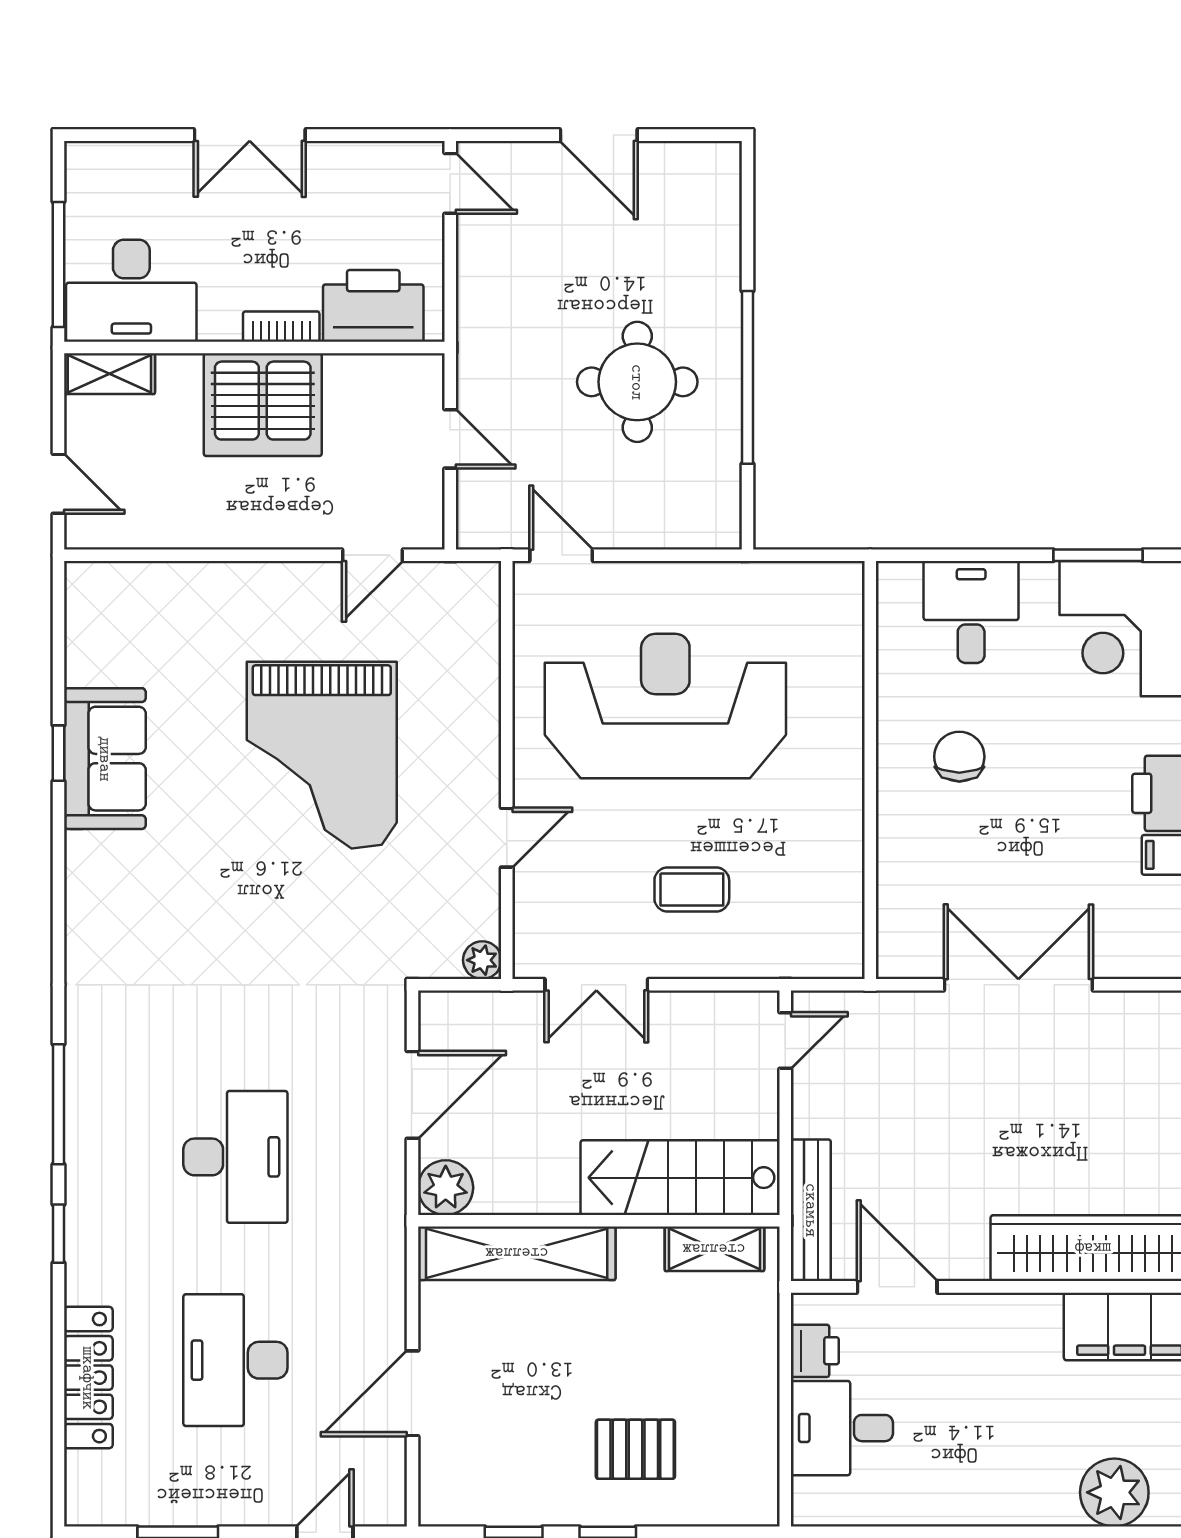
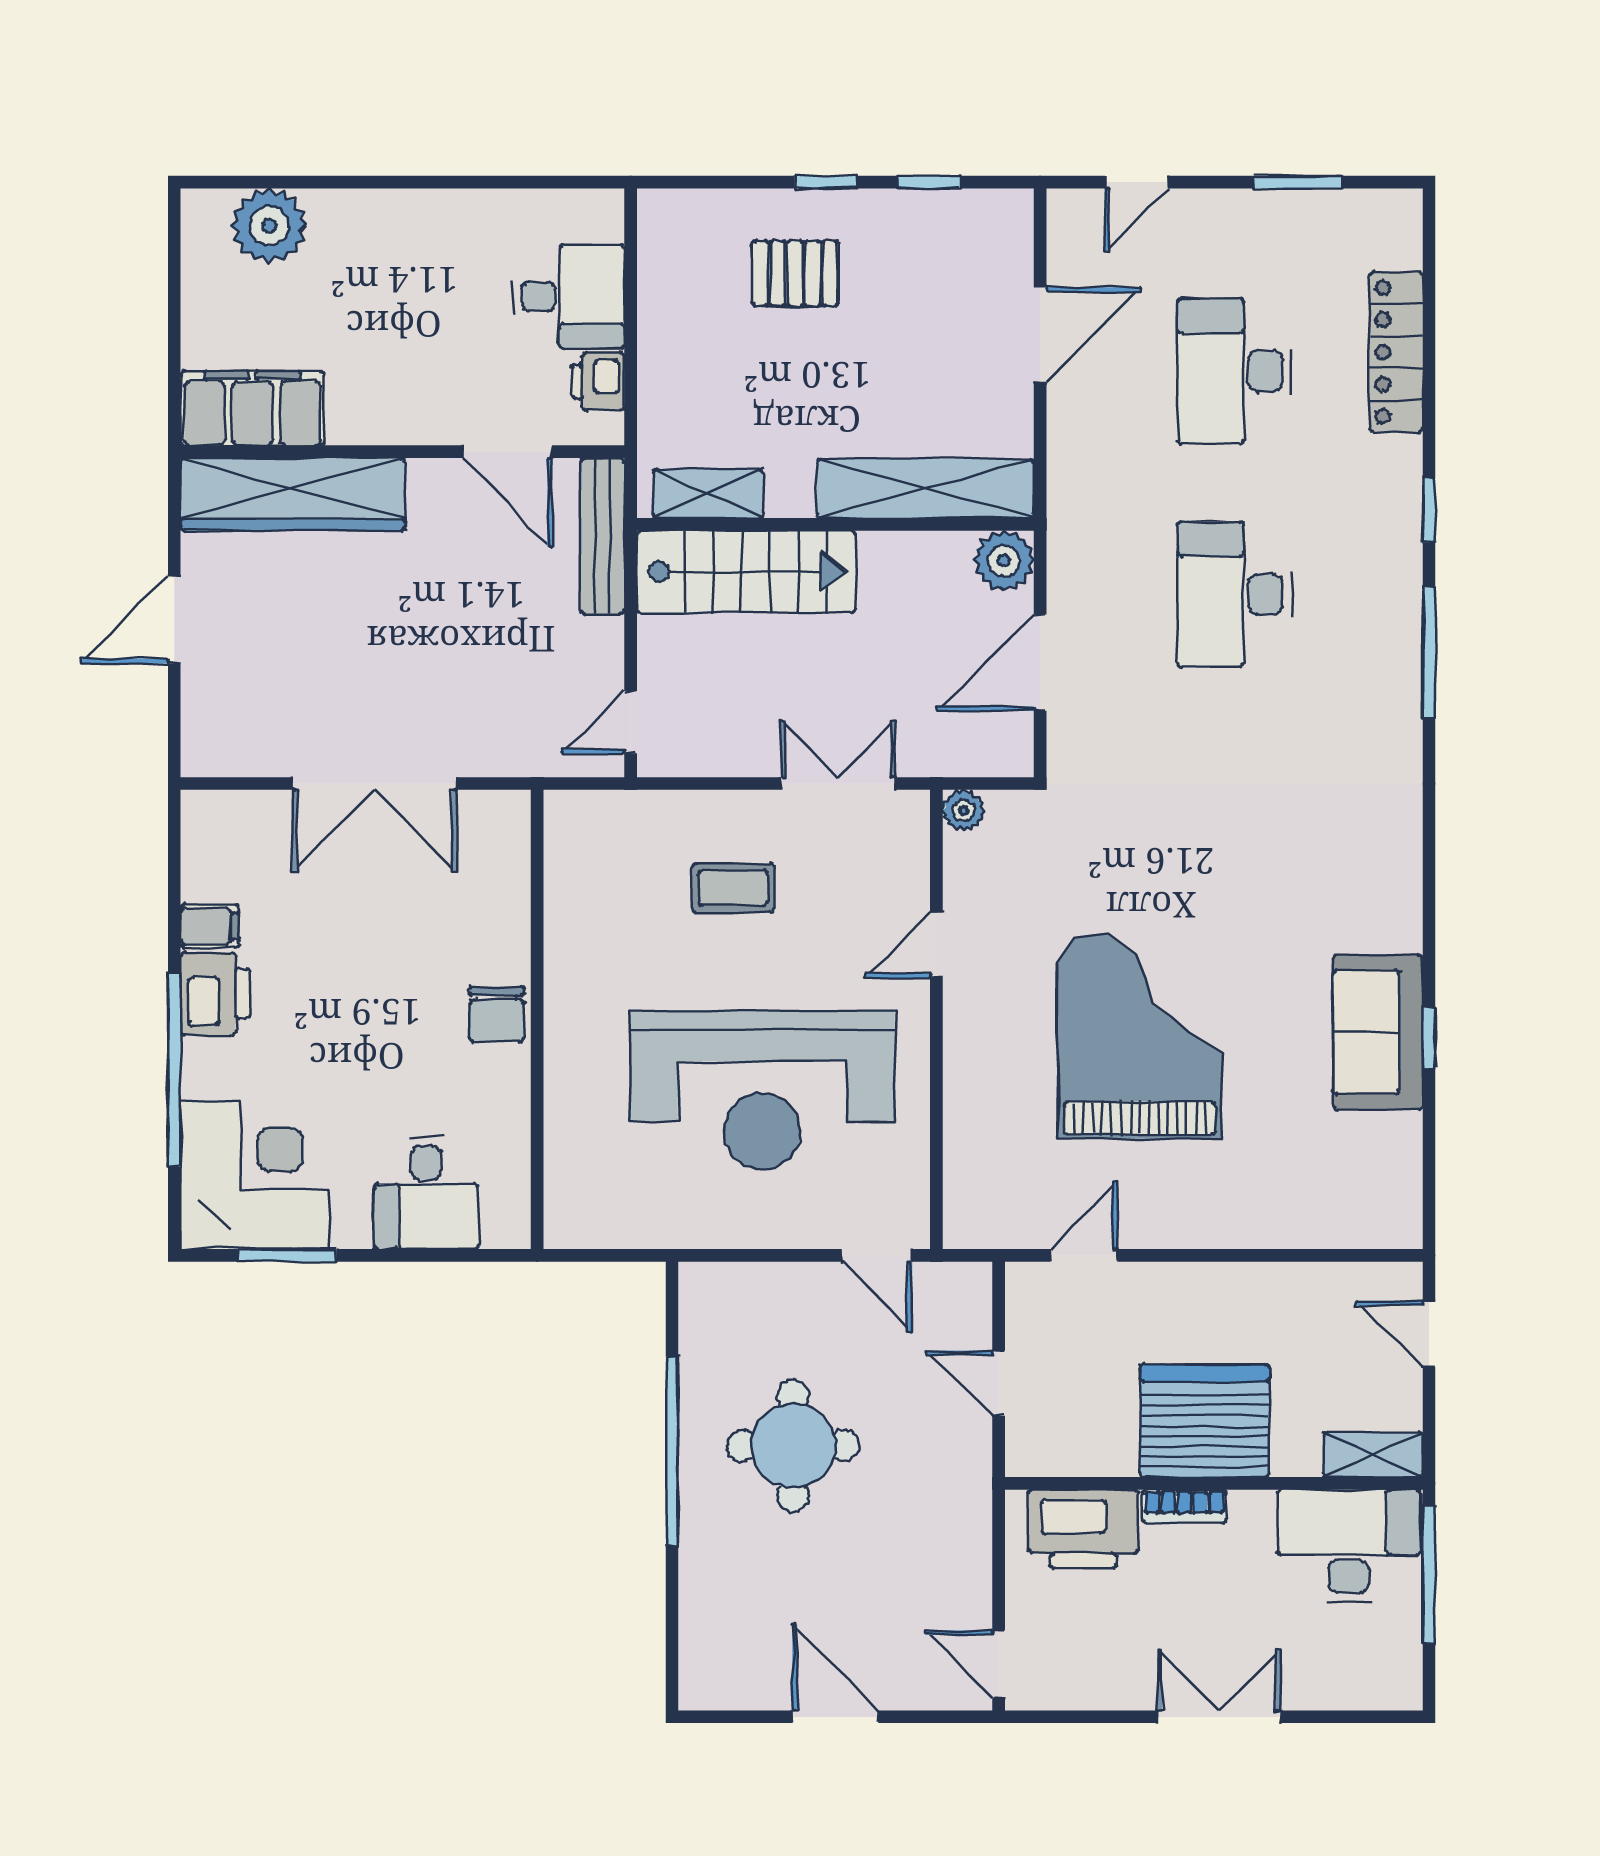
chair: (959, 757) -> (497, 1014), moved
desk: (235, 1360) -> (1235, 371), turned 180

